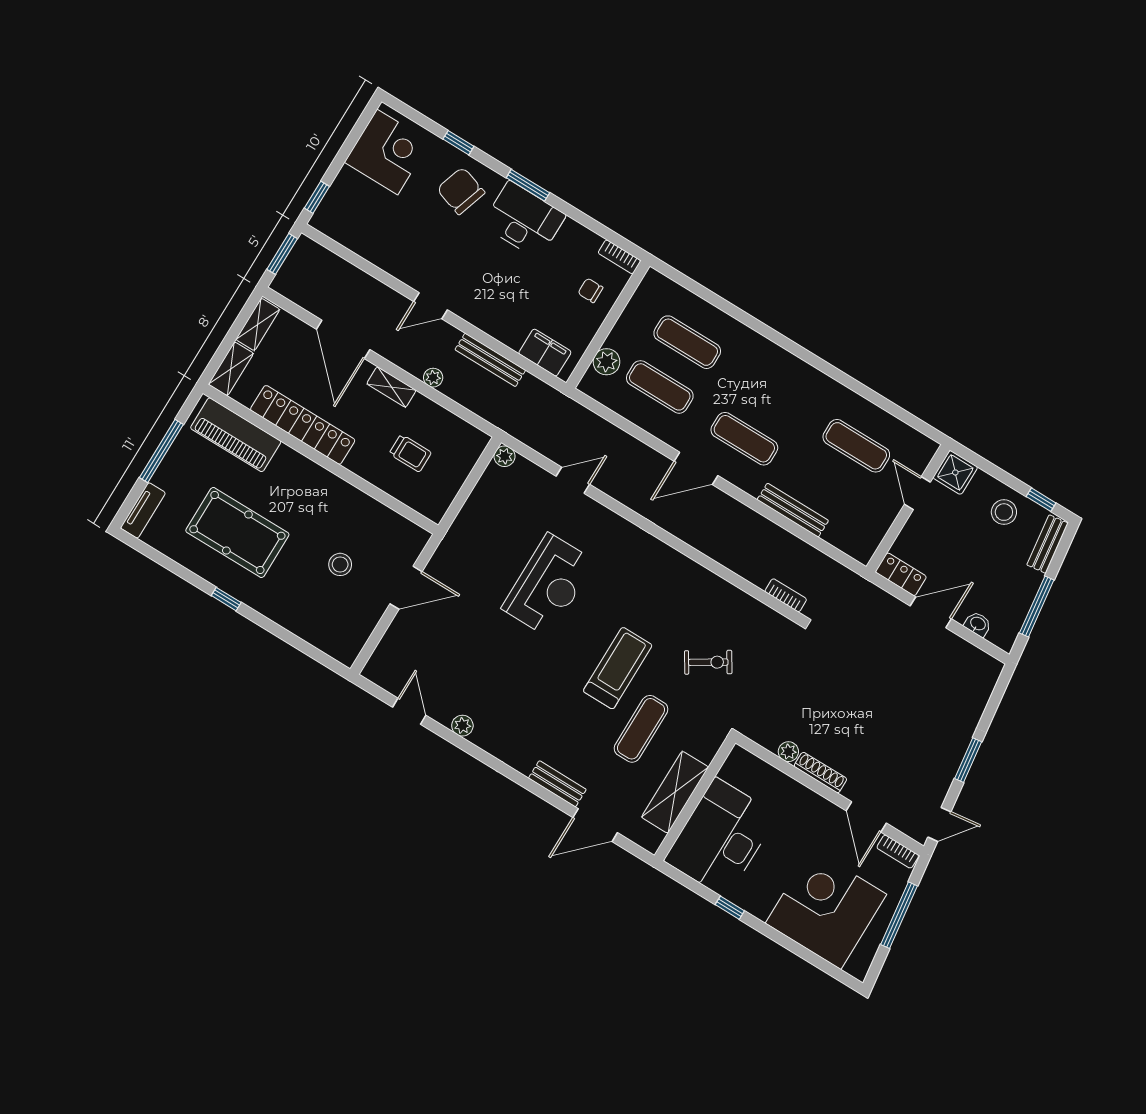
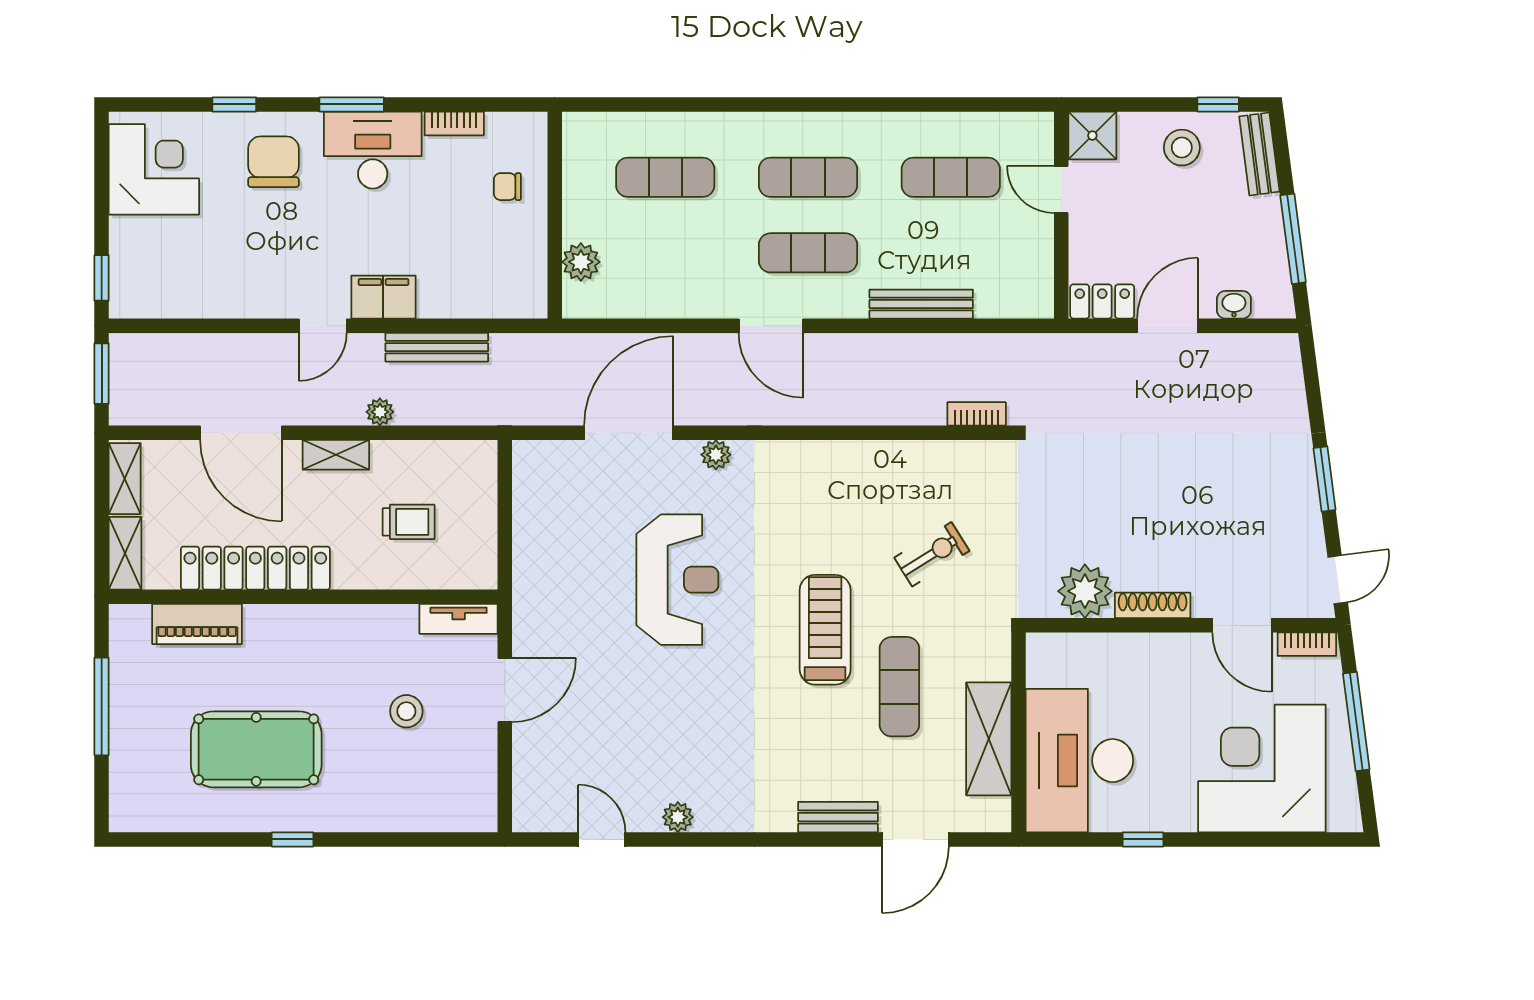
chair: (461, 191) -> (273, 162), turned 72
bookcase: (619, 257) -> (454, 123), moved
filing cabinet: (545, 353) -> (383, 297), moved
exercise mat: (660, 387) -> (808, 177), moved
piano: (236, 435) -> (197, 624), width x0.73, depth x0.75
plant: (505, 456) -> (716, 455), moved
door: (696, 468) -> (771, 326), hinge flipped
door: (573, 480) -> (629, 433), width x1.87
tv unit: (143, 510) -> (459, 619), moved, turned 90
plant: (788, 752) -> (1085, 591), width x1.87, depth x1.87

